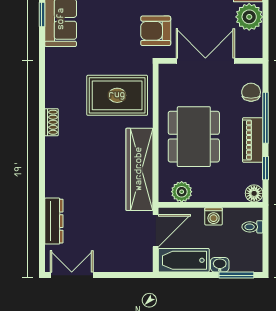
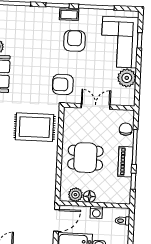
double door: (205, 61) -> (96, 106), width x0.73
dining table: (194, 137) -> (85, 158), width x0.73
wardrobe: (139, 169) -> (47, 178), removed
floor lamp: (254, 193) -> (89, 196), moved

